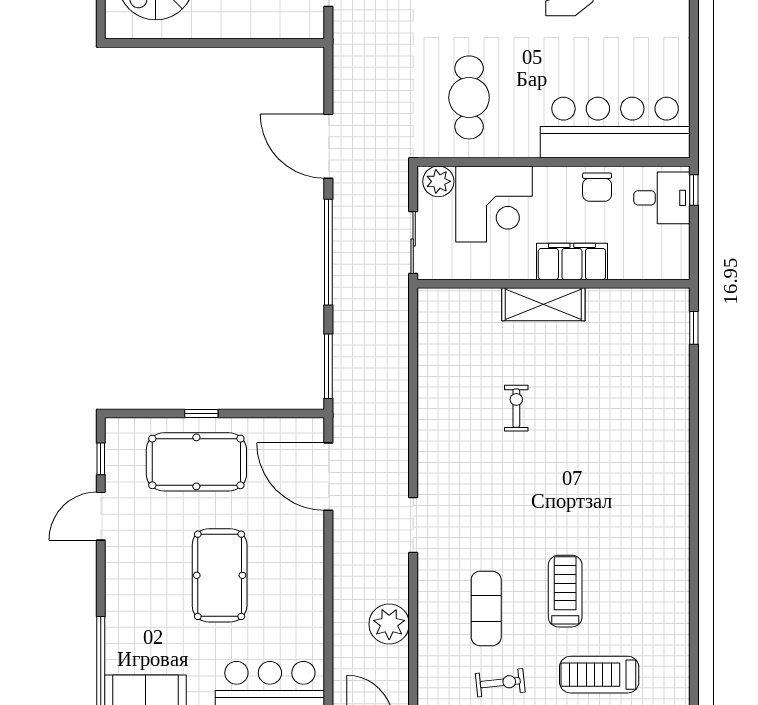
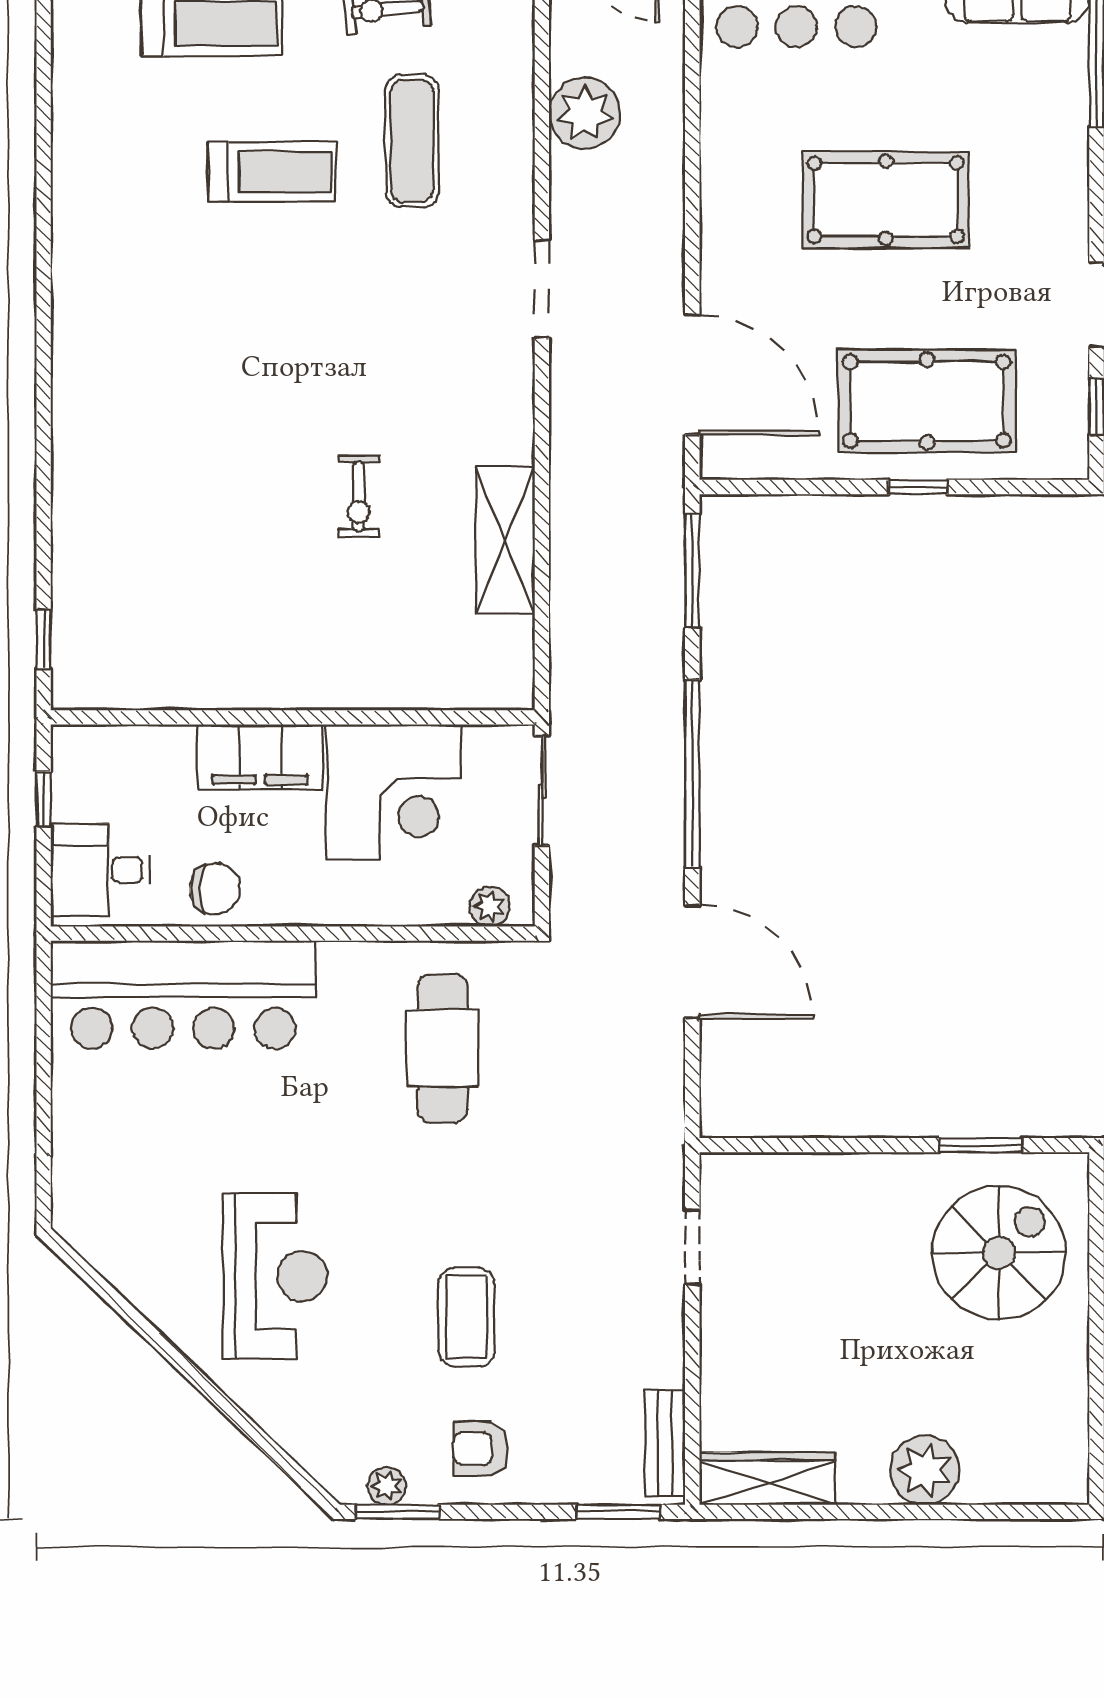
window: (166, 43) -> (981, 1145), added
plant: (438, 181) -> (490, 907), width x0.73, depth x0.73
chair: (597, 187) -> (215, 889), turned 92
window: (694, 190) -> (44, 799), moved
corner desk: (494, 204) -> (394, 792), moved, turned 180
shelving: (543, 304) -> (505, 540), moved, turned 90
pool table: (220, 575) -> (886, 200), turned 90
treadmill: (565, 591) -> (272, 172), turned -90

